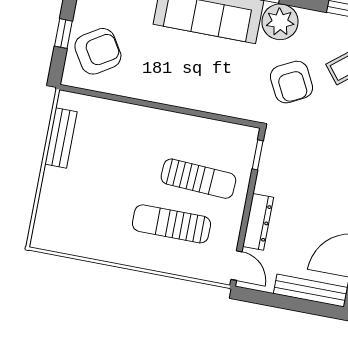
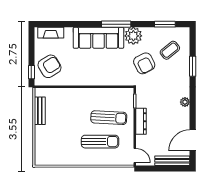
window: (63, 34) -> (31, 72), moved
dresser: (258, 222) -> (141, 121), moved
sun lounger: (171, 224) -> (100, 142), turned 180

